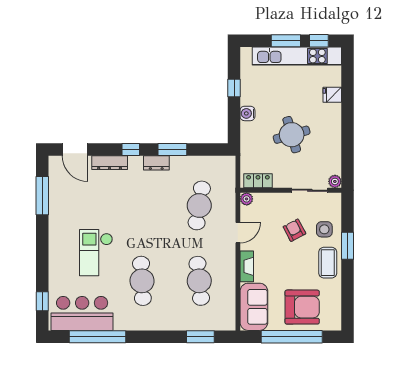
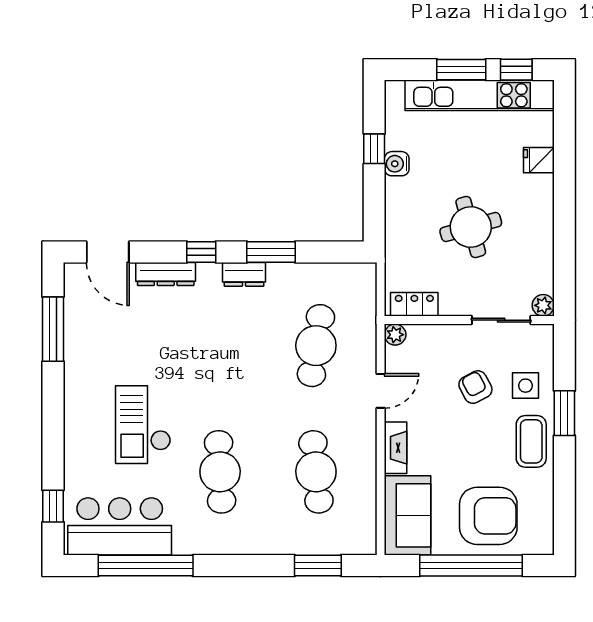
water cooler: (247, 113) -> (397, 164), moved

